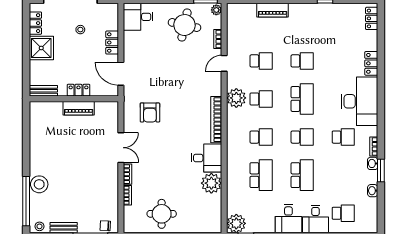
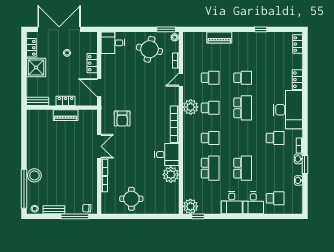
school desk: (302, 137) -> (243, 138), removed

